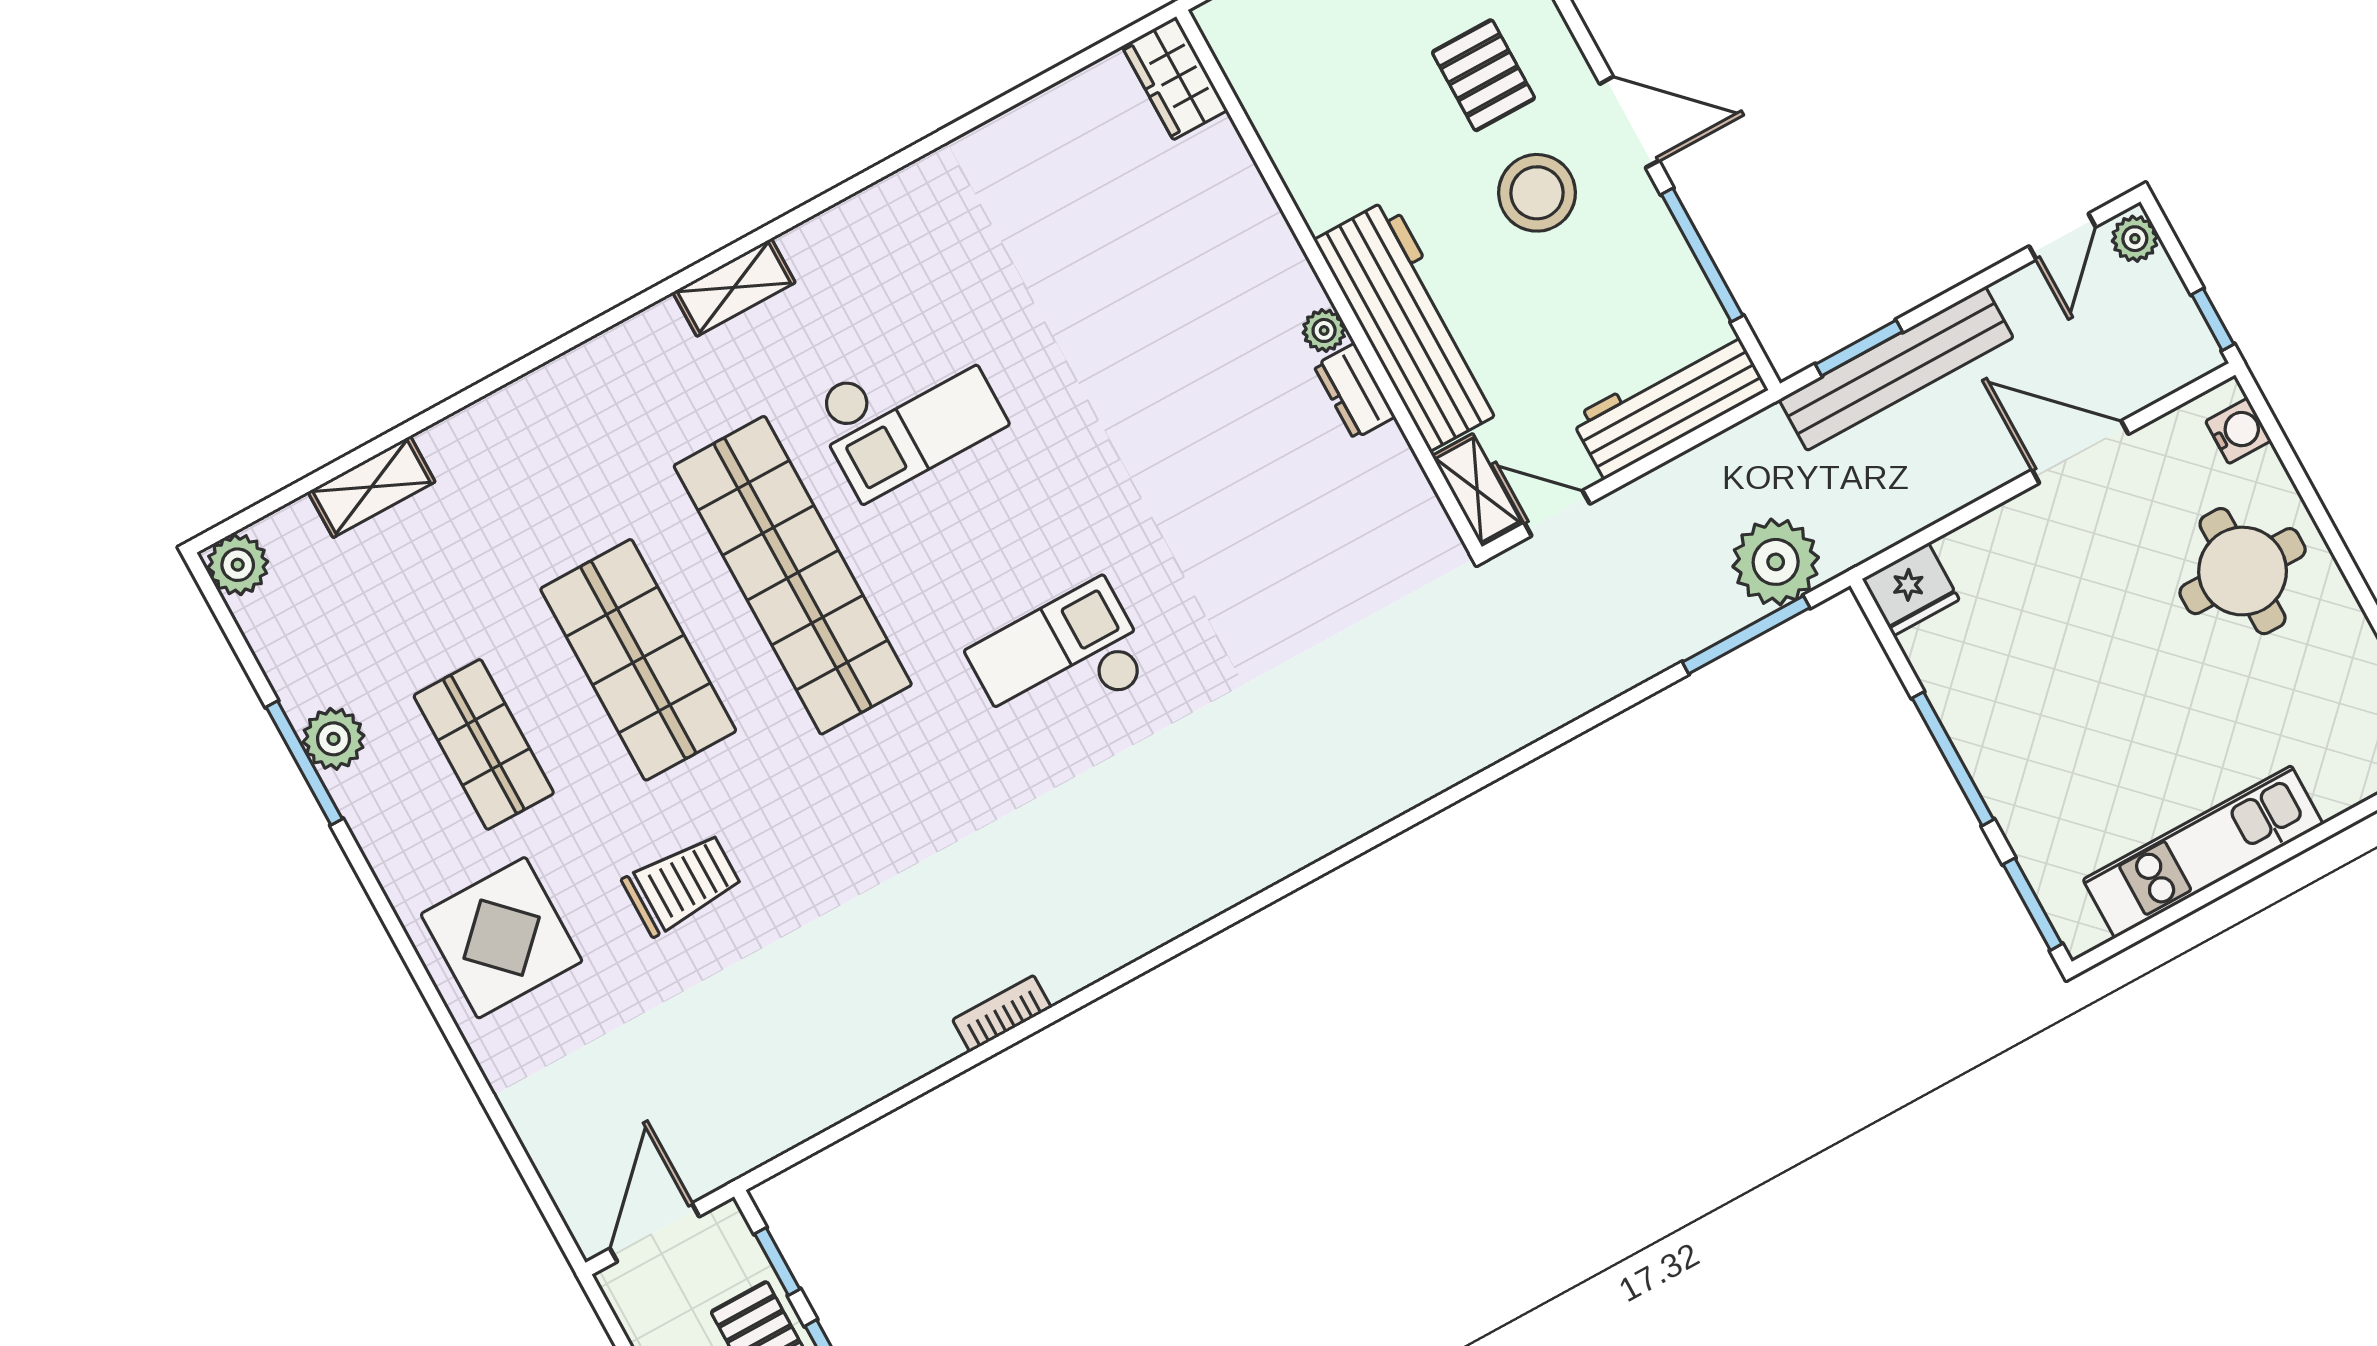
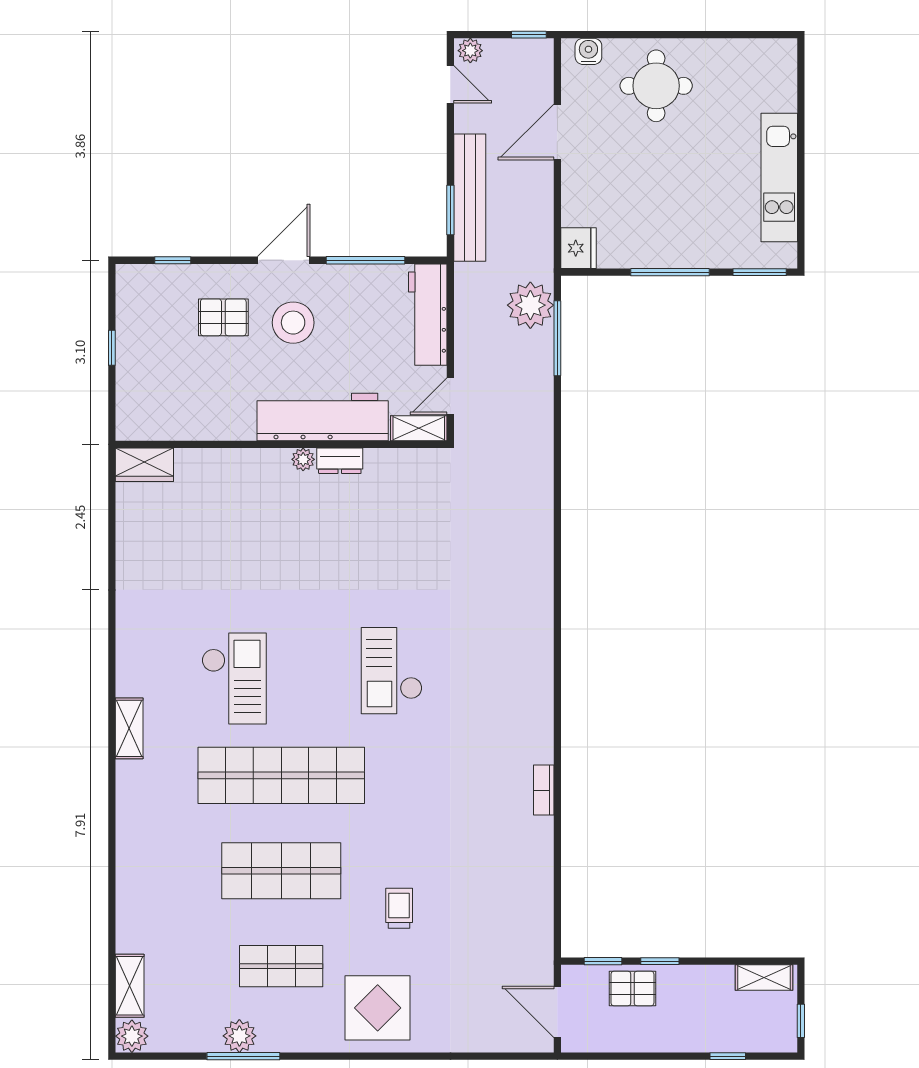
shelving: (372, 487) -> (130, 986), moved
trolley: (682, 884) -> (399, 908), width x0.73, depth x0.72

